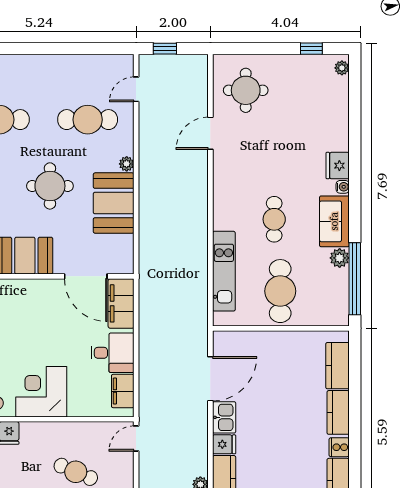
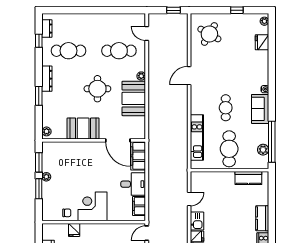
window: (165, 49) -> (173, 10), moved
window: (311, 49) -> (237, 10), moved
door: (136, 89) -> (147, 33), hinge flipped
round table: (246, 90) -> (209, 34), turned 30
door: (210, 133) -> (189, 76), moved
fridge: (338, 166) -> (262, 42), moved
plant: (340, 258) -> (263, 150), moved
kitchen counter: (337, 366) -> (248, 178), moved, turned -90
door: (210, 379) -> (189, 199), width x0.53

